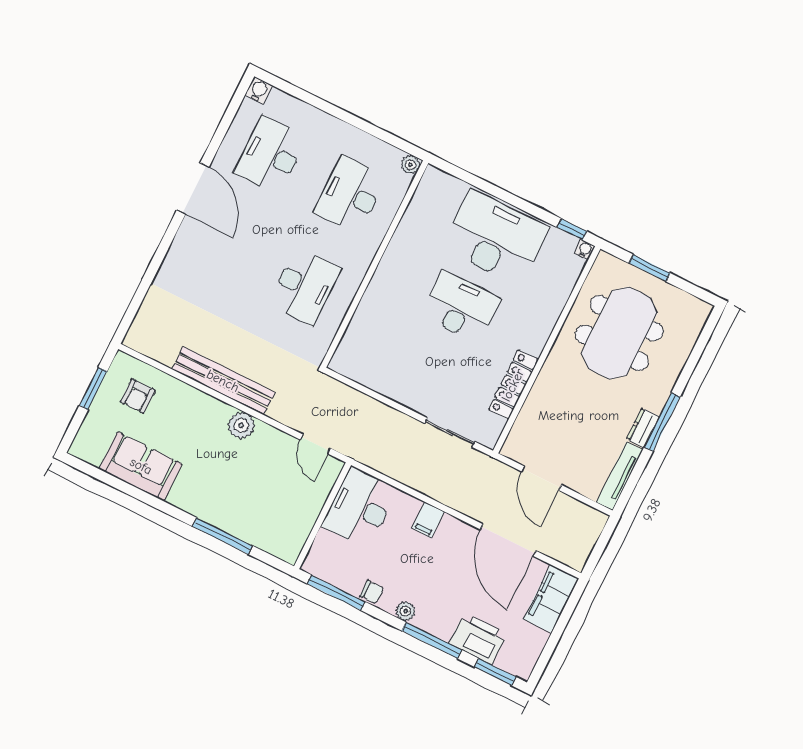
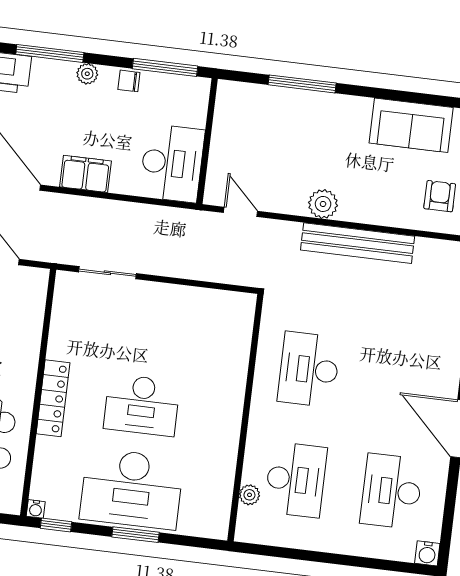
desk: (271, 155) -> (392, 491), turned 180
plant: (411, 165) -> (249, 495), moved
window: (506, 197) -> (136, 535), added
locker: (513, 385) -> (53, 398), moved
filing cabinet: (428, 520) -> (86, 174), width x2.00

